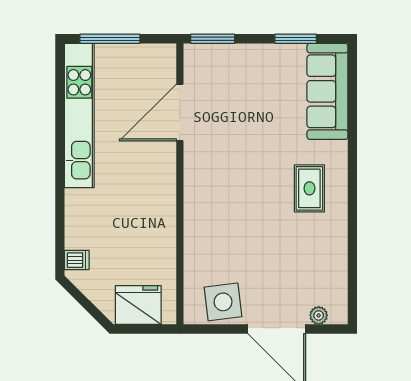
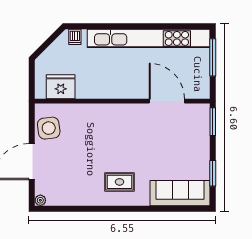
kitchen unit: (79, 115) -> (149, 38), width x1.36
fridge: (138, 305) -> (61, 87), moved, turned -90
plant: (319, 315) -> (40, 200), moved

